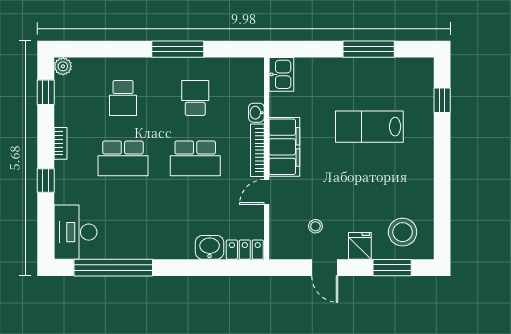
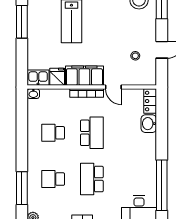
window: (178, 49) -> (22, 188), moved
school desk: (123, 98) -> (53, 179), turned 180
washbasin: (256, 113) -> (33, 94), moved
school desk: (123, 158) -> (92, 179), turned 180
fridge: (360, 246) -> (57, 77), moved, turned 90

